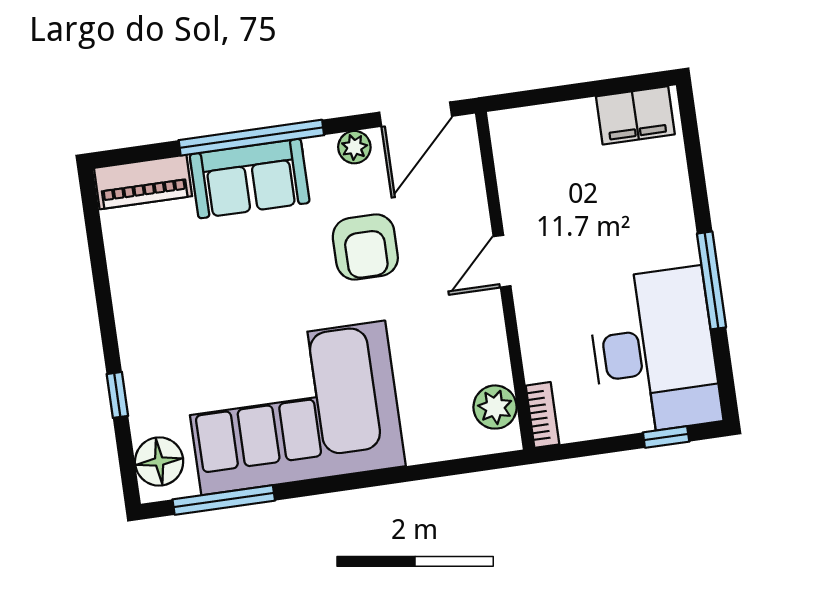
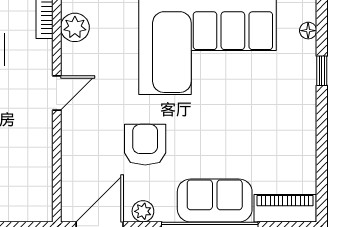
door: (502, 261) -> (57, 93), moved
floor lamp: (159, 462) -> (308, 31), width x0.53, depth x0.53

